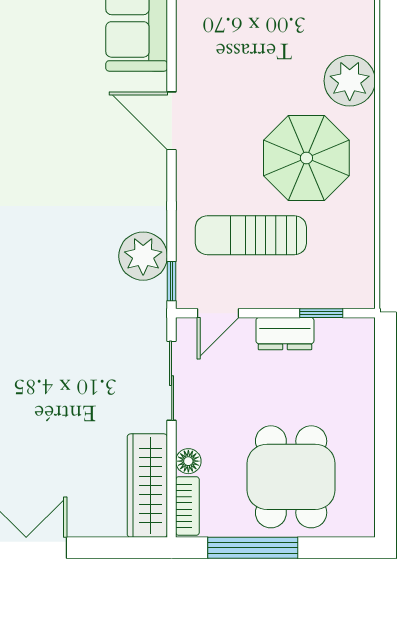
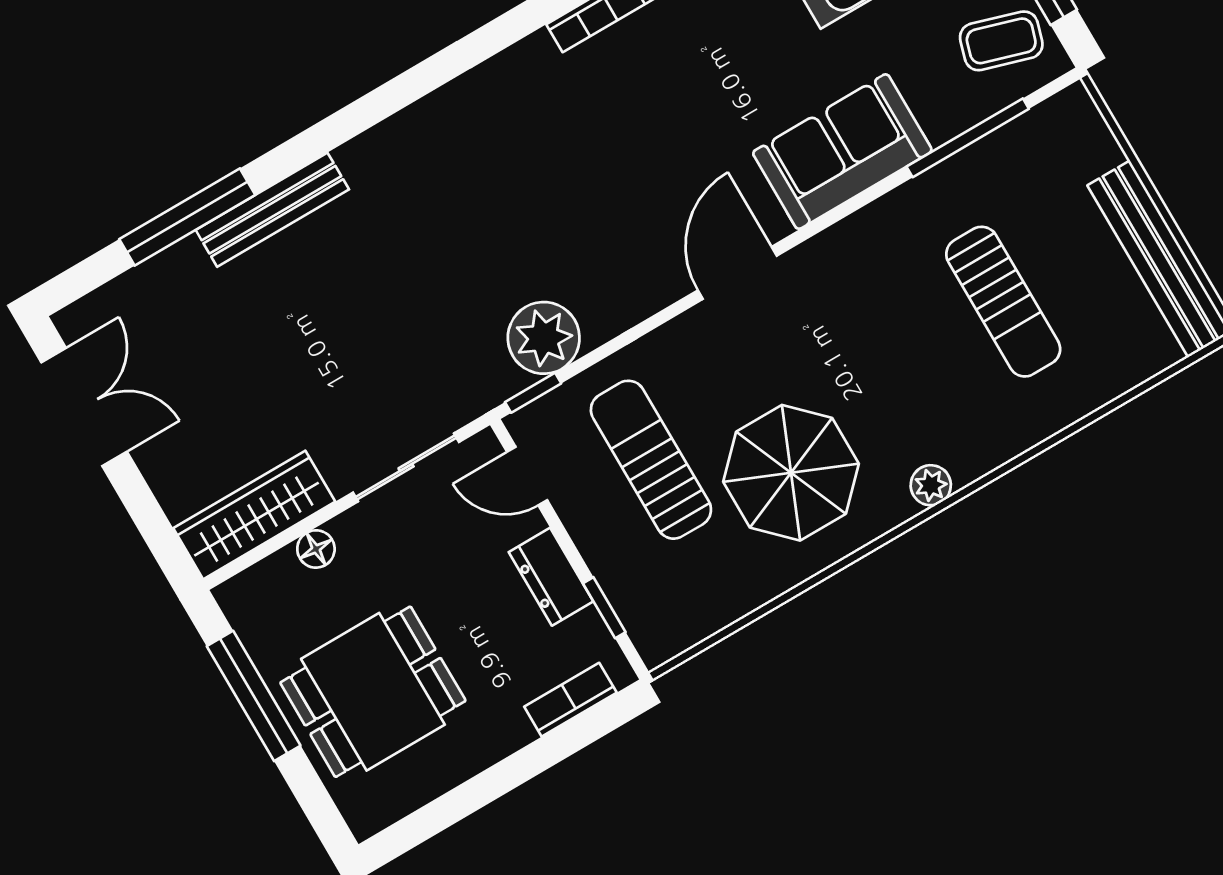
plant: (350, 81) -> (931, 485), width x0.53, depth x0.53
bookcase: (187, 506) -> (570, 700), moved, turned 180

